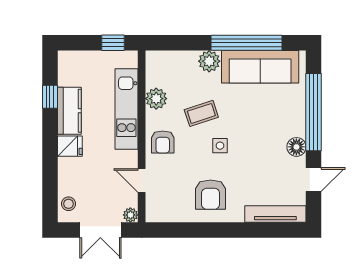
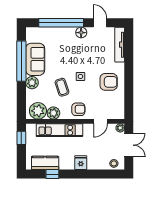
sofa: (260, 67) -> (35, 59), width x0.73
plant: (160, 72) -> (38, 111), added
kitchen counter: (69, 111) -> (45, 163), moved

